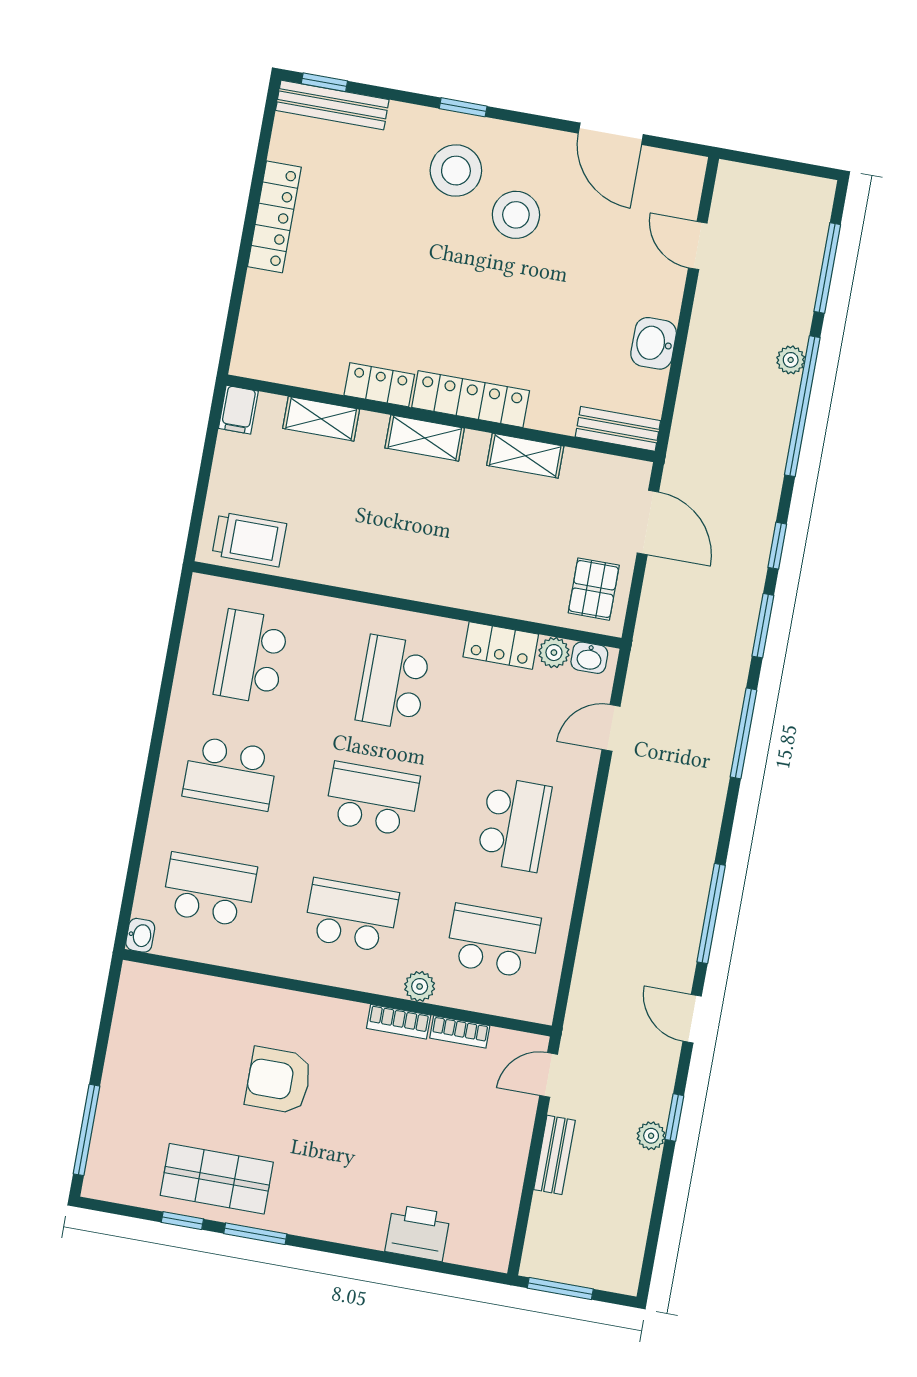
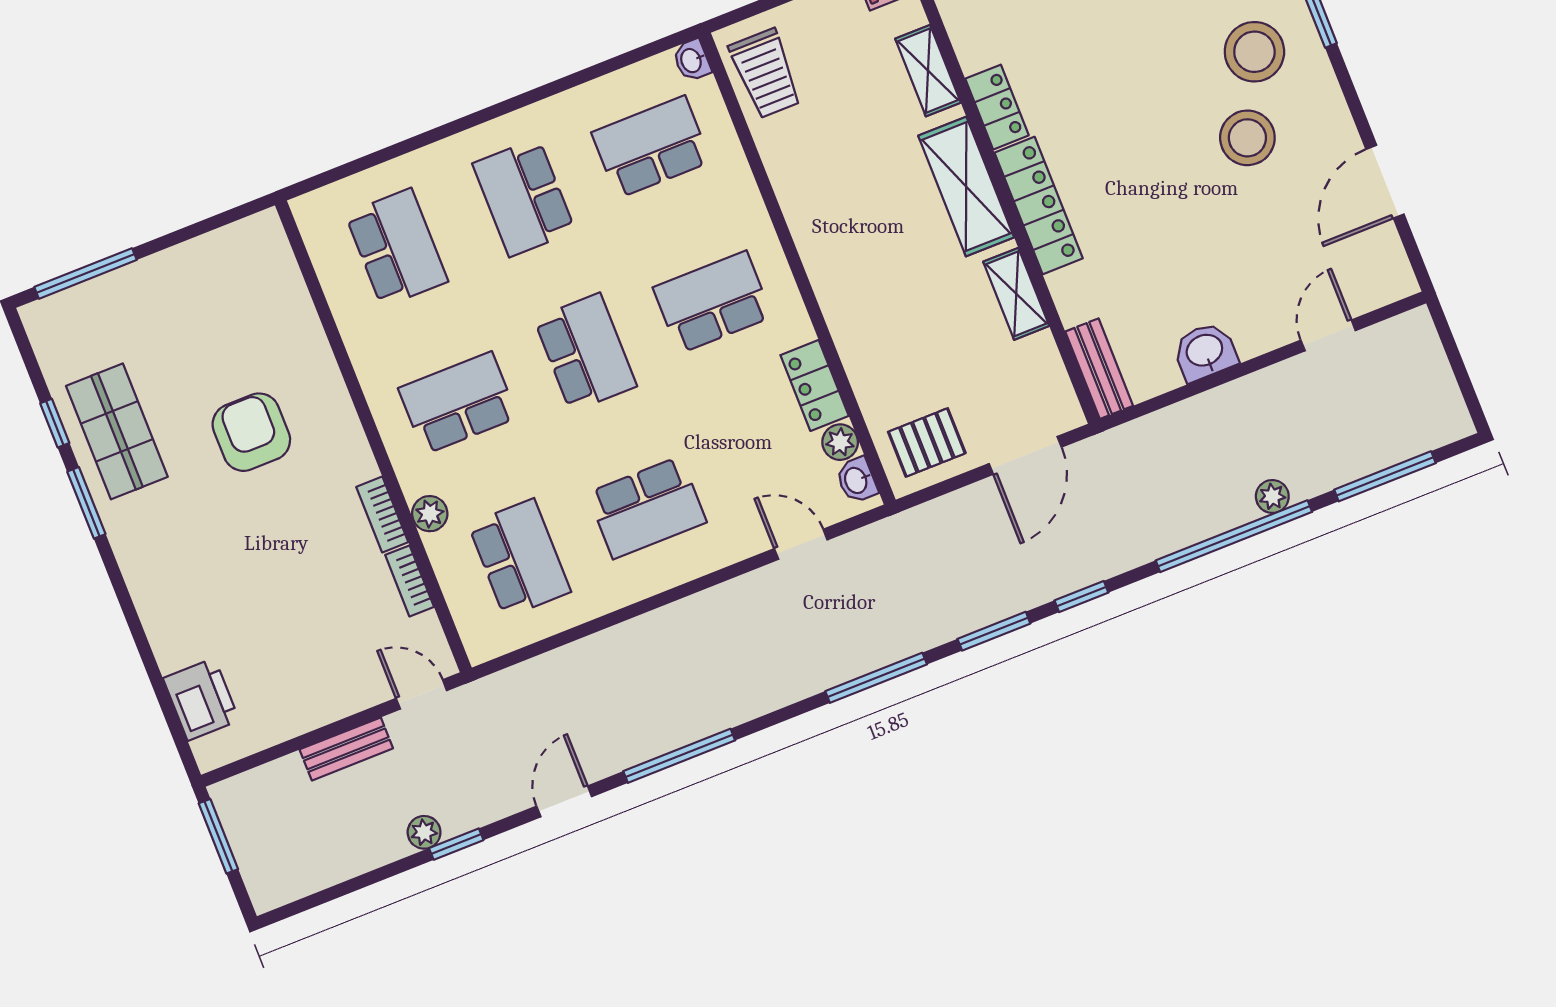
shelving: (425, 438) -> (966, 187), width x1.50, depth x1.33
school desk: (351, 915) -> (458, 403), turned -90
washbasin: (140, 935) -> (692, 60), moved, turned 90
printer: (418, 1233) -> (201, 699), moved

